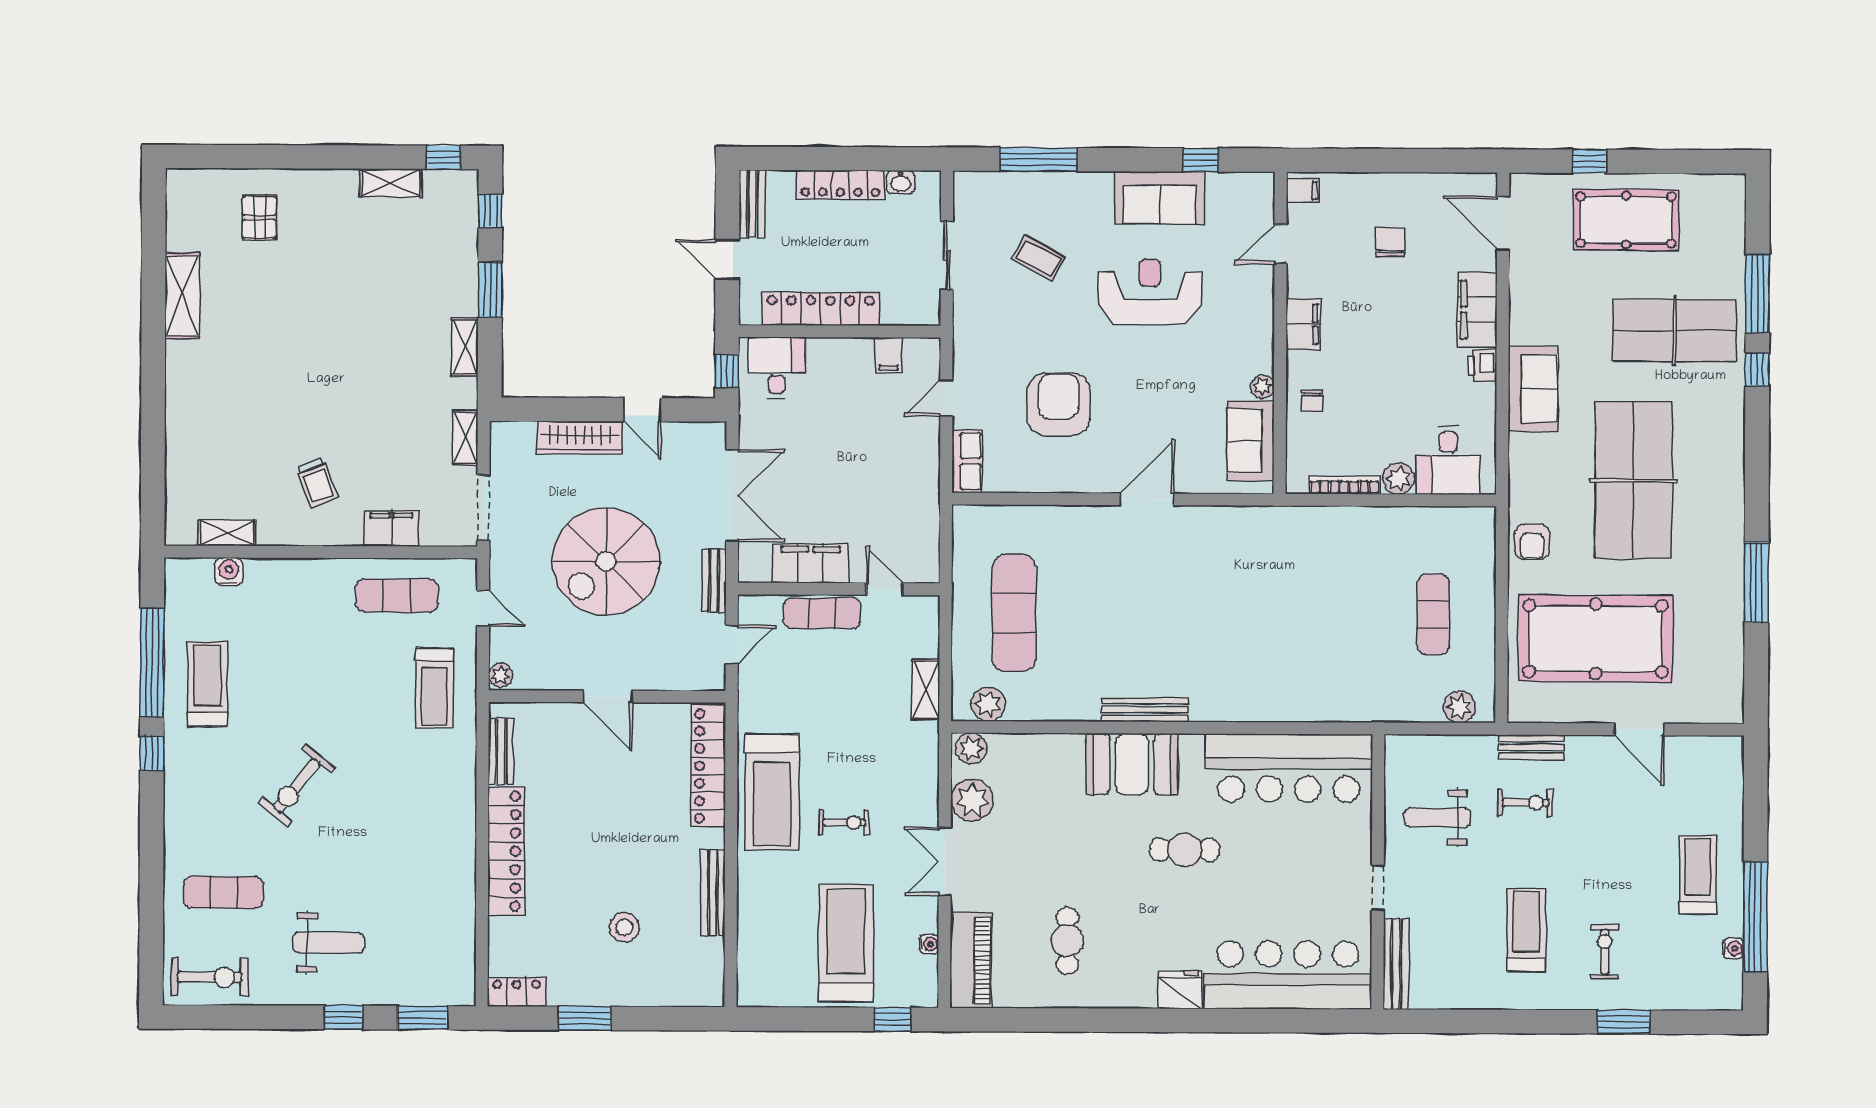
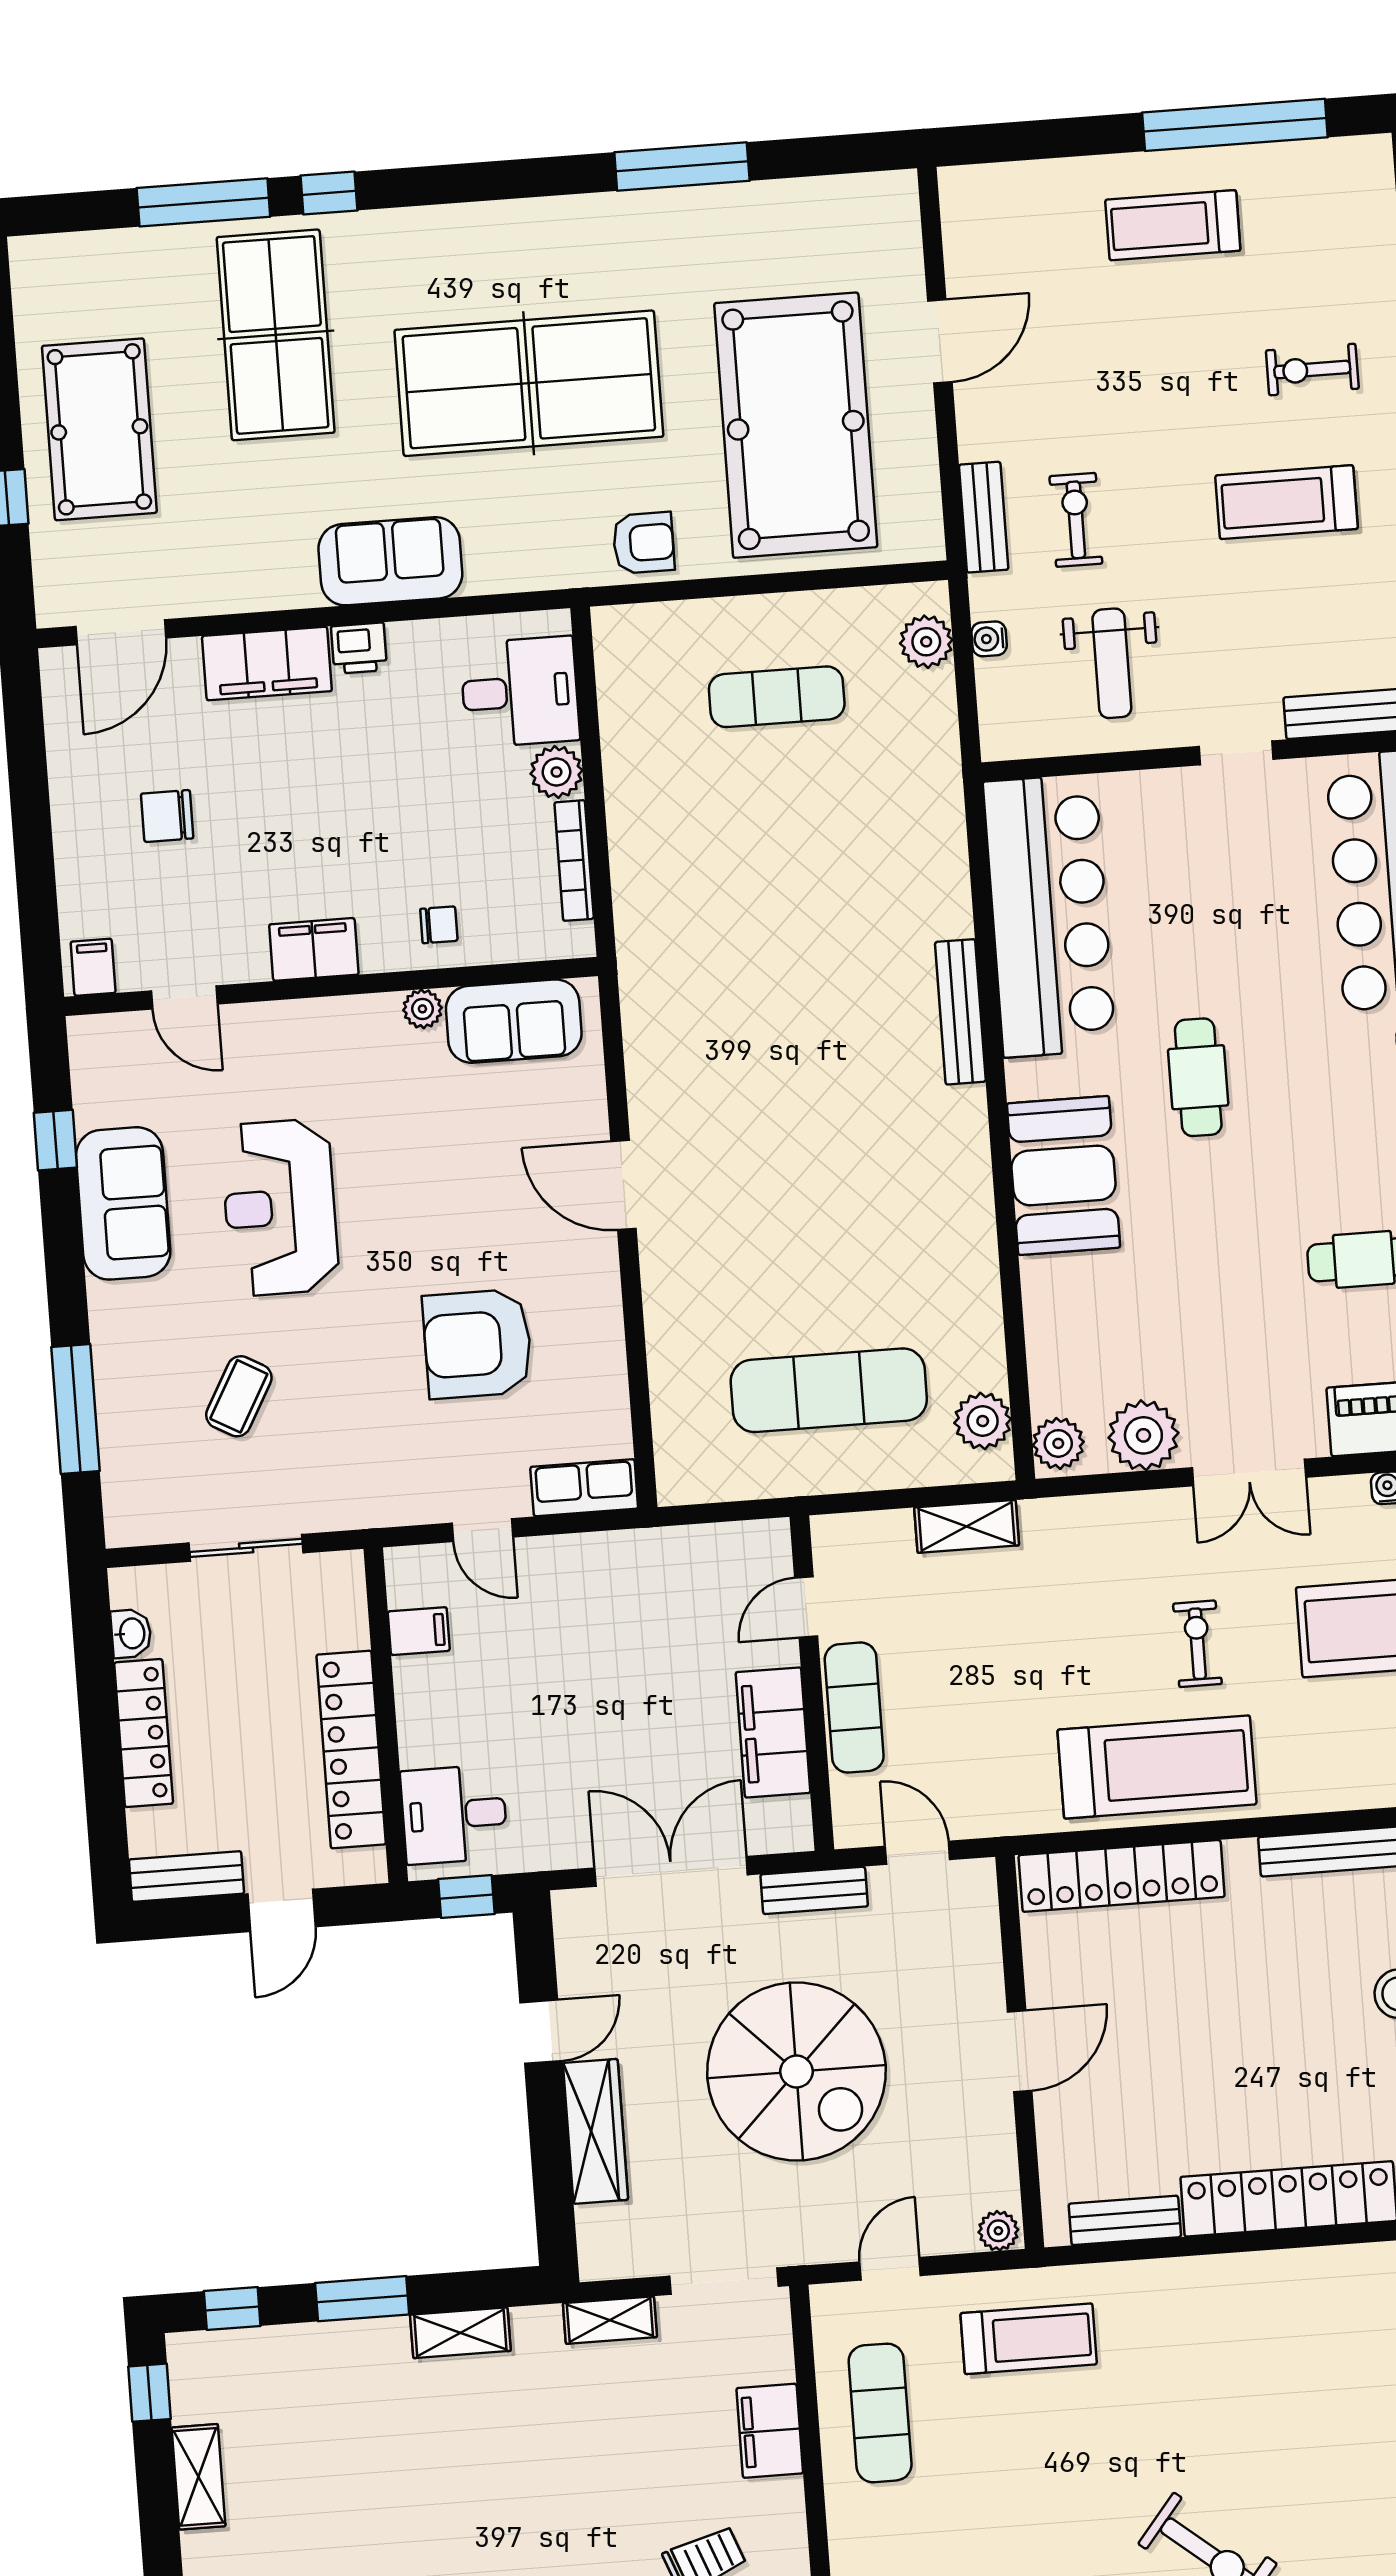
bench: (1145, 710) -> (960, 1012), moved
water cooler: (1733, 948) -> (989, 639), moved, turned -90

